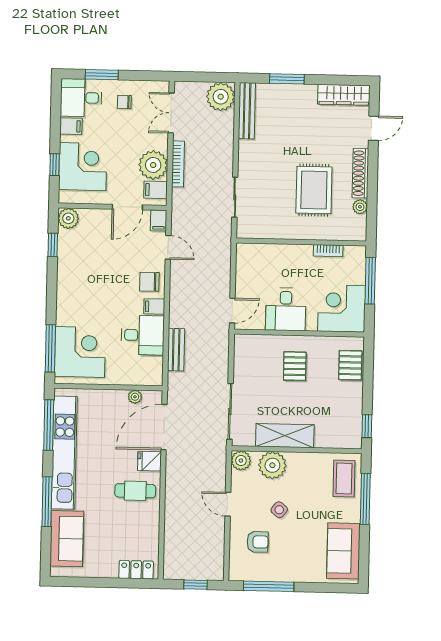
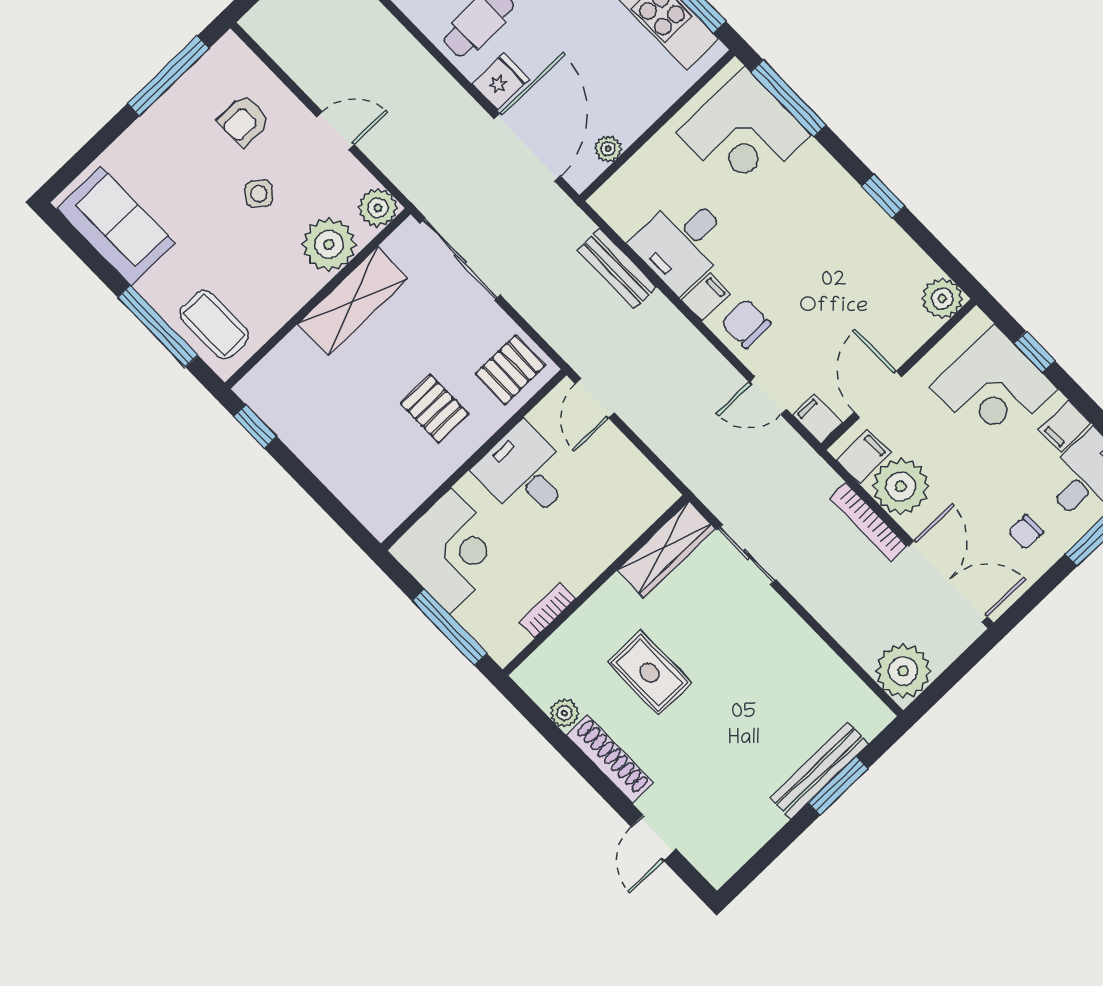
wardrobe: (344, 95) -> (666, 550), moved, turned 180
chair: (124, 102) -> (1026, 532), turned 180
bench: (247, 111) -> (819, 771), moved, turned 90
double door: (171, 113) -> (948, 581), width x1.37
rug: (314, 190) -> (650, 673), width x0.73, depth x0.70
window: (53, 245) -> (883, 196), moved
chair: (149, 282) -> (746, 324), turned -90
pallet: (350, 365) -> (510, 370), moved, turned 90

